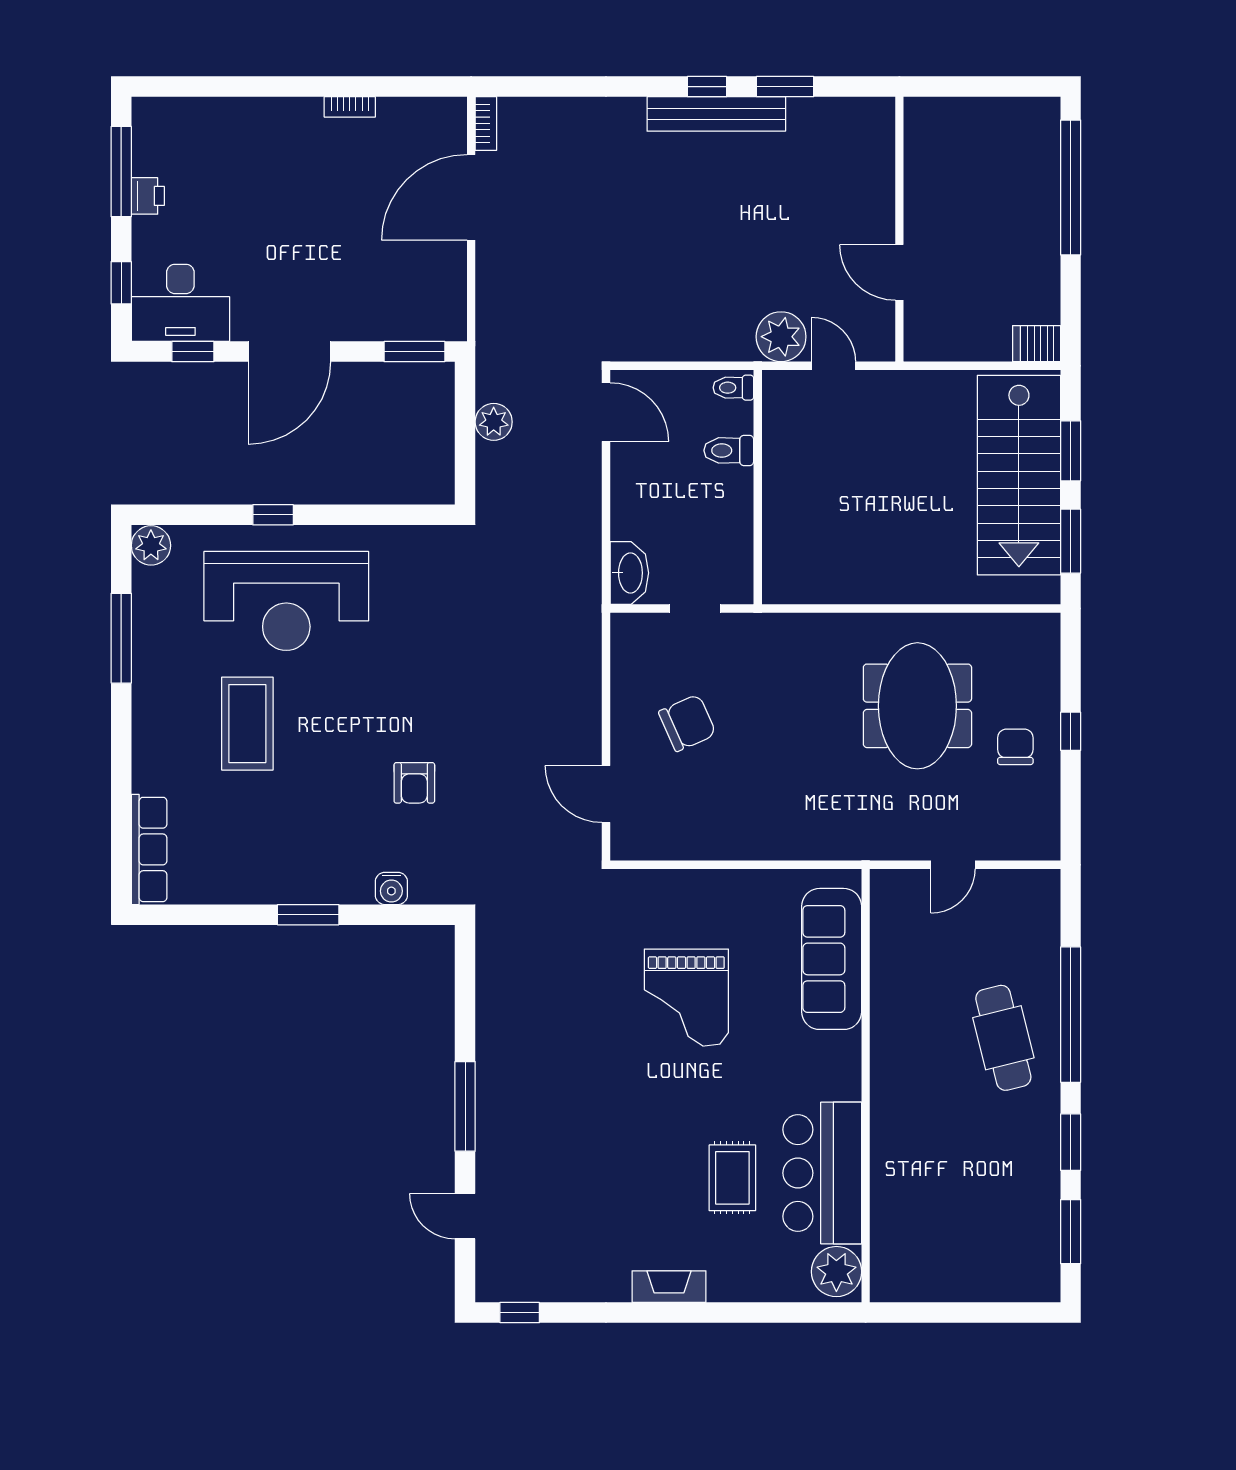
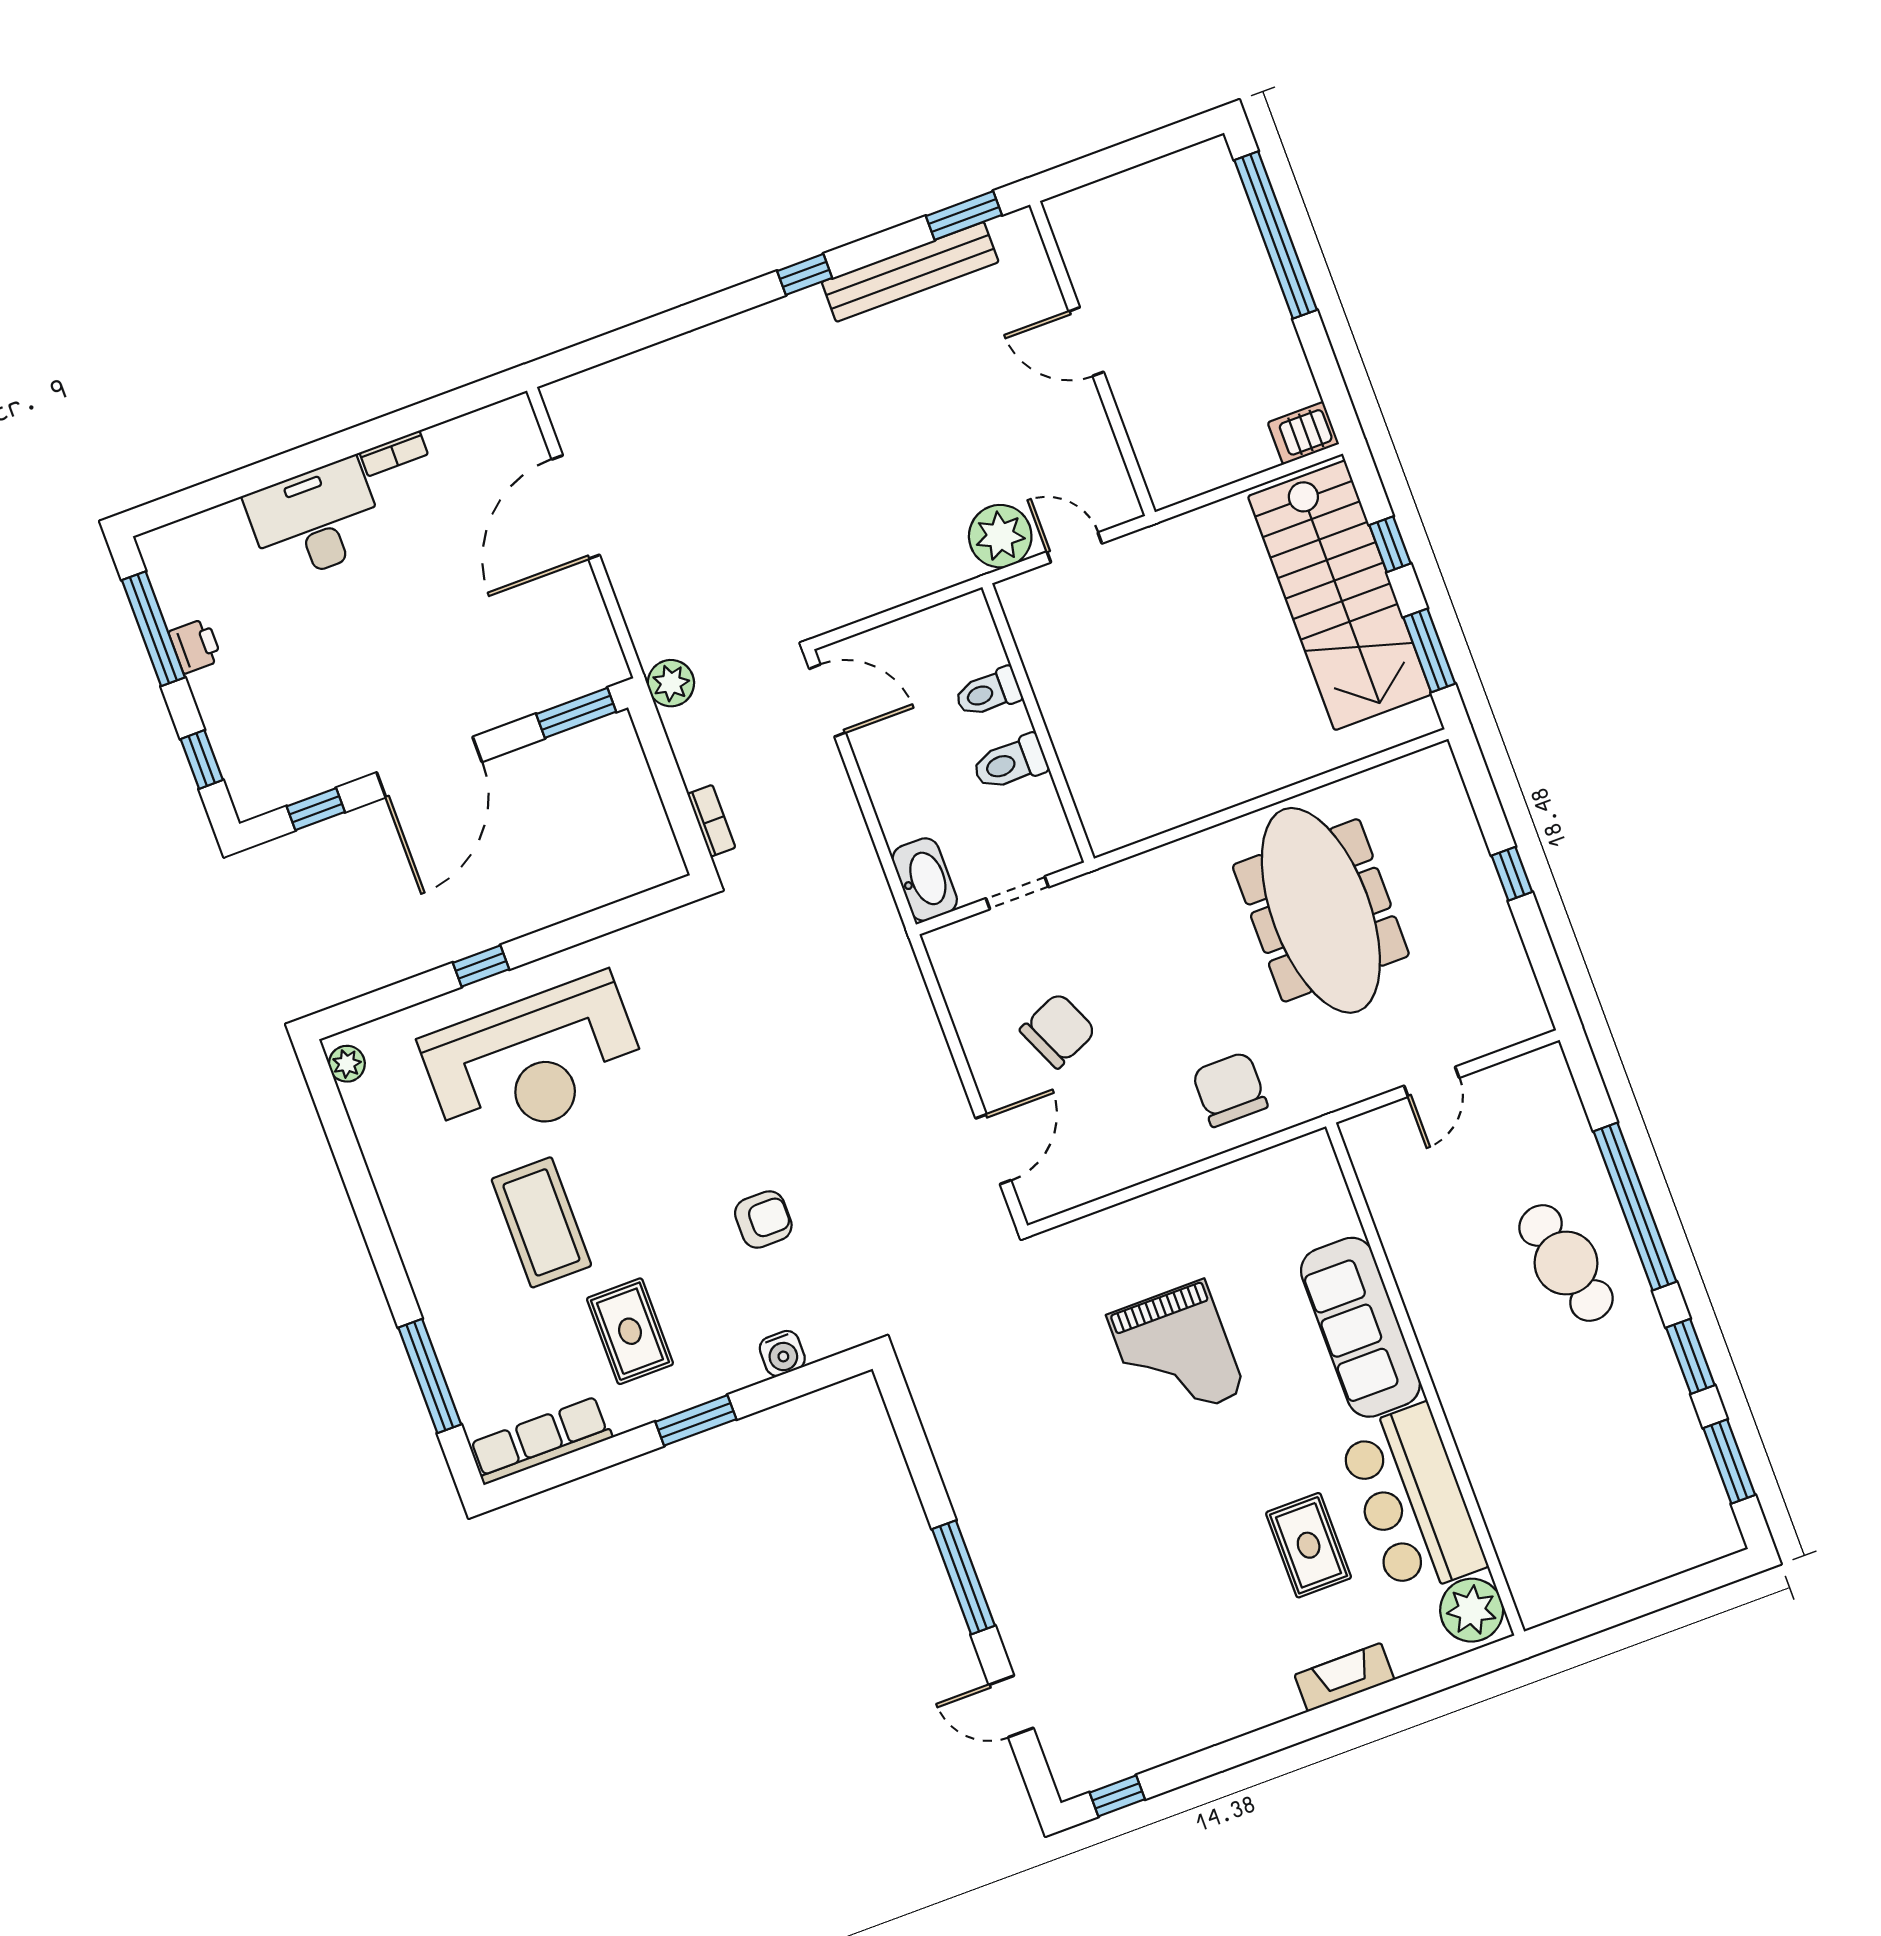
window: (785, 87) -> (964, 215), moved
bench: (716, 114) -> (910, 272), moved
bookcase: (486, 124) -> (711, 821), moved
door: (899, 272) -> (1086, 342), moved
desk: (180, 303) -> (315, 520), moved, turned 180
toilet: (733, 388) -> (1010, 763), moved, width x1.37, depth x1.39
plant: (494, 422) -> (671, 683), moved
window: (1071, 451) -> (1390, 544), width x0.67
plant: (151, 545) -> (347, 1064), width x0.73, depth x0.73
window: (121, 638) -> (430, 1376), moved
meeting table: (917, 706) -> (1321, 910), width x1.36
chair: (1015, 747) -> (1230, 1089), moved, width x1.37, depth x1.37
armchair: (414, 783) -> (763, 1219), turned -90
door: (606, 794) -> (993, 1149), swing flipped
rug: (284, 830) -> (630, 1331), added
row of seats: (149, 849) -> (541, 1441), moved, turned -90
sofa: (832, 959) -> (1360, 1327), moved
fireplace: (669, 1287) -> (1344, 1677), moved

